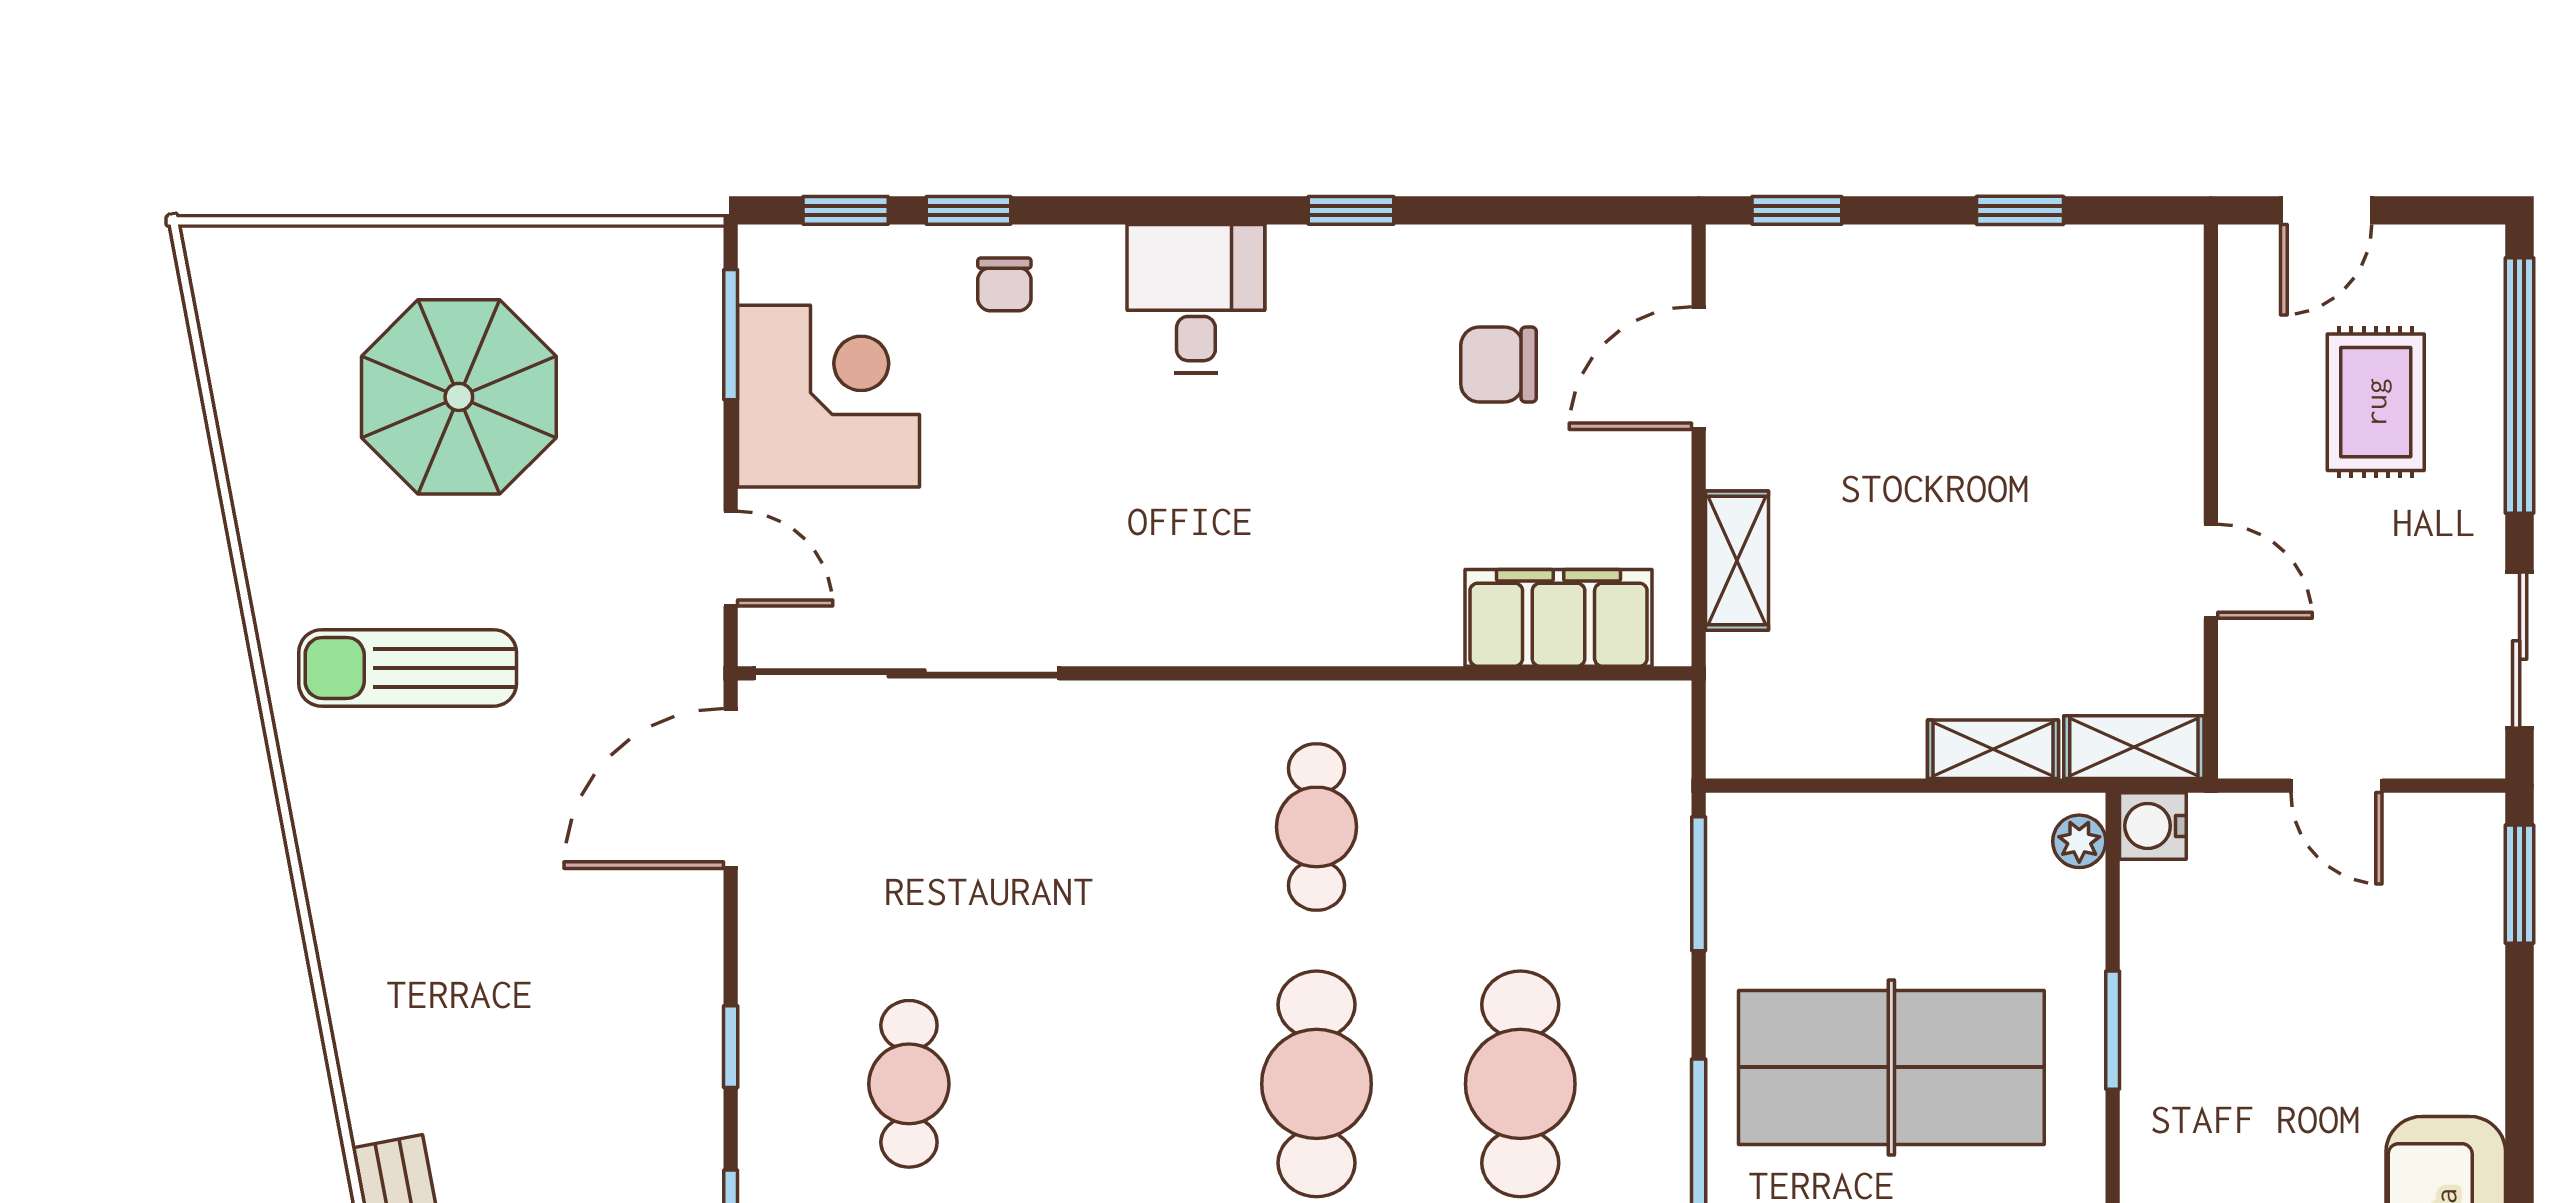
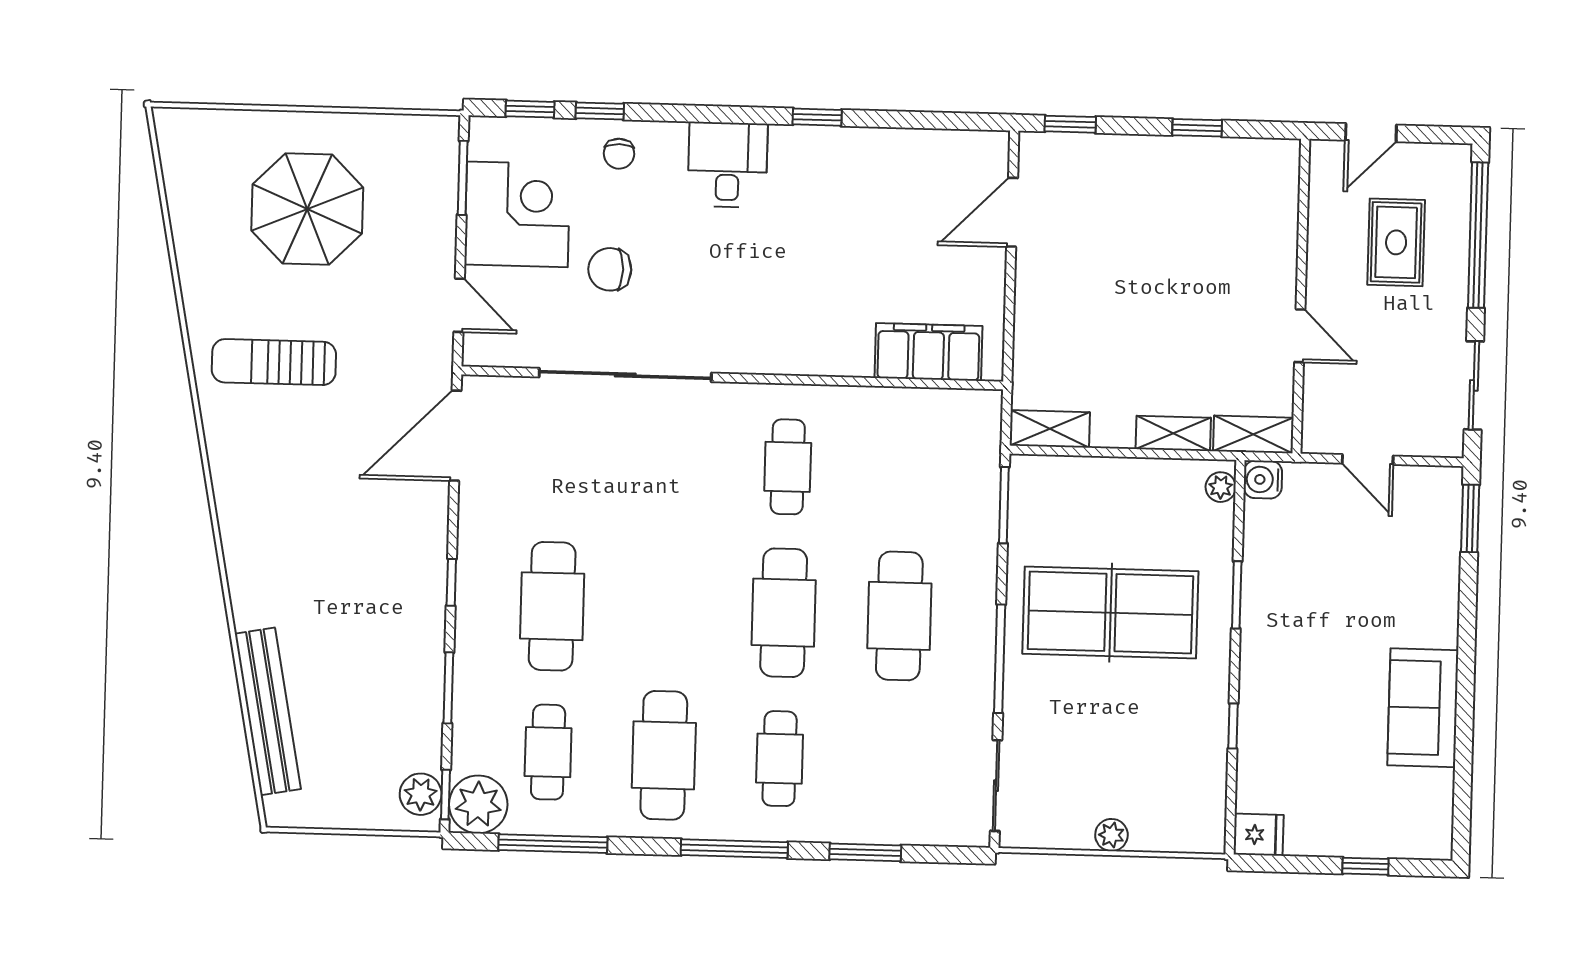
chair: (1499, 365) -> (610, 269), moved
shelving: (1737, 561) -> (1050, 429), moved, turned 90
sliding door: (907, 673) -> (625, 375), moved
cafe table: (909, 1084) -> (552, 606), width x1.37, depth x1.35

